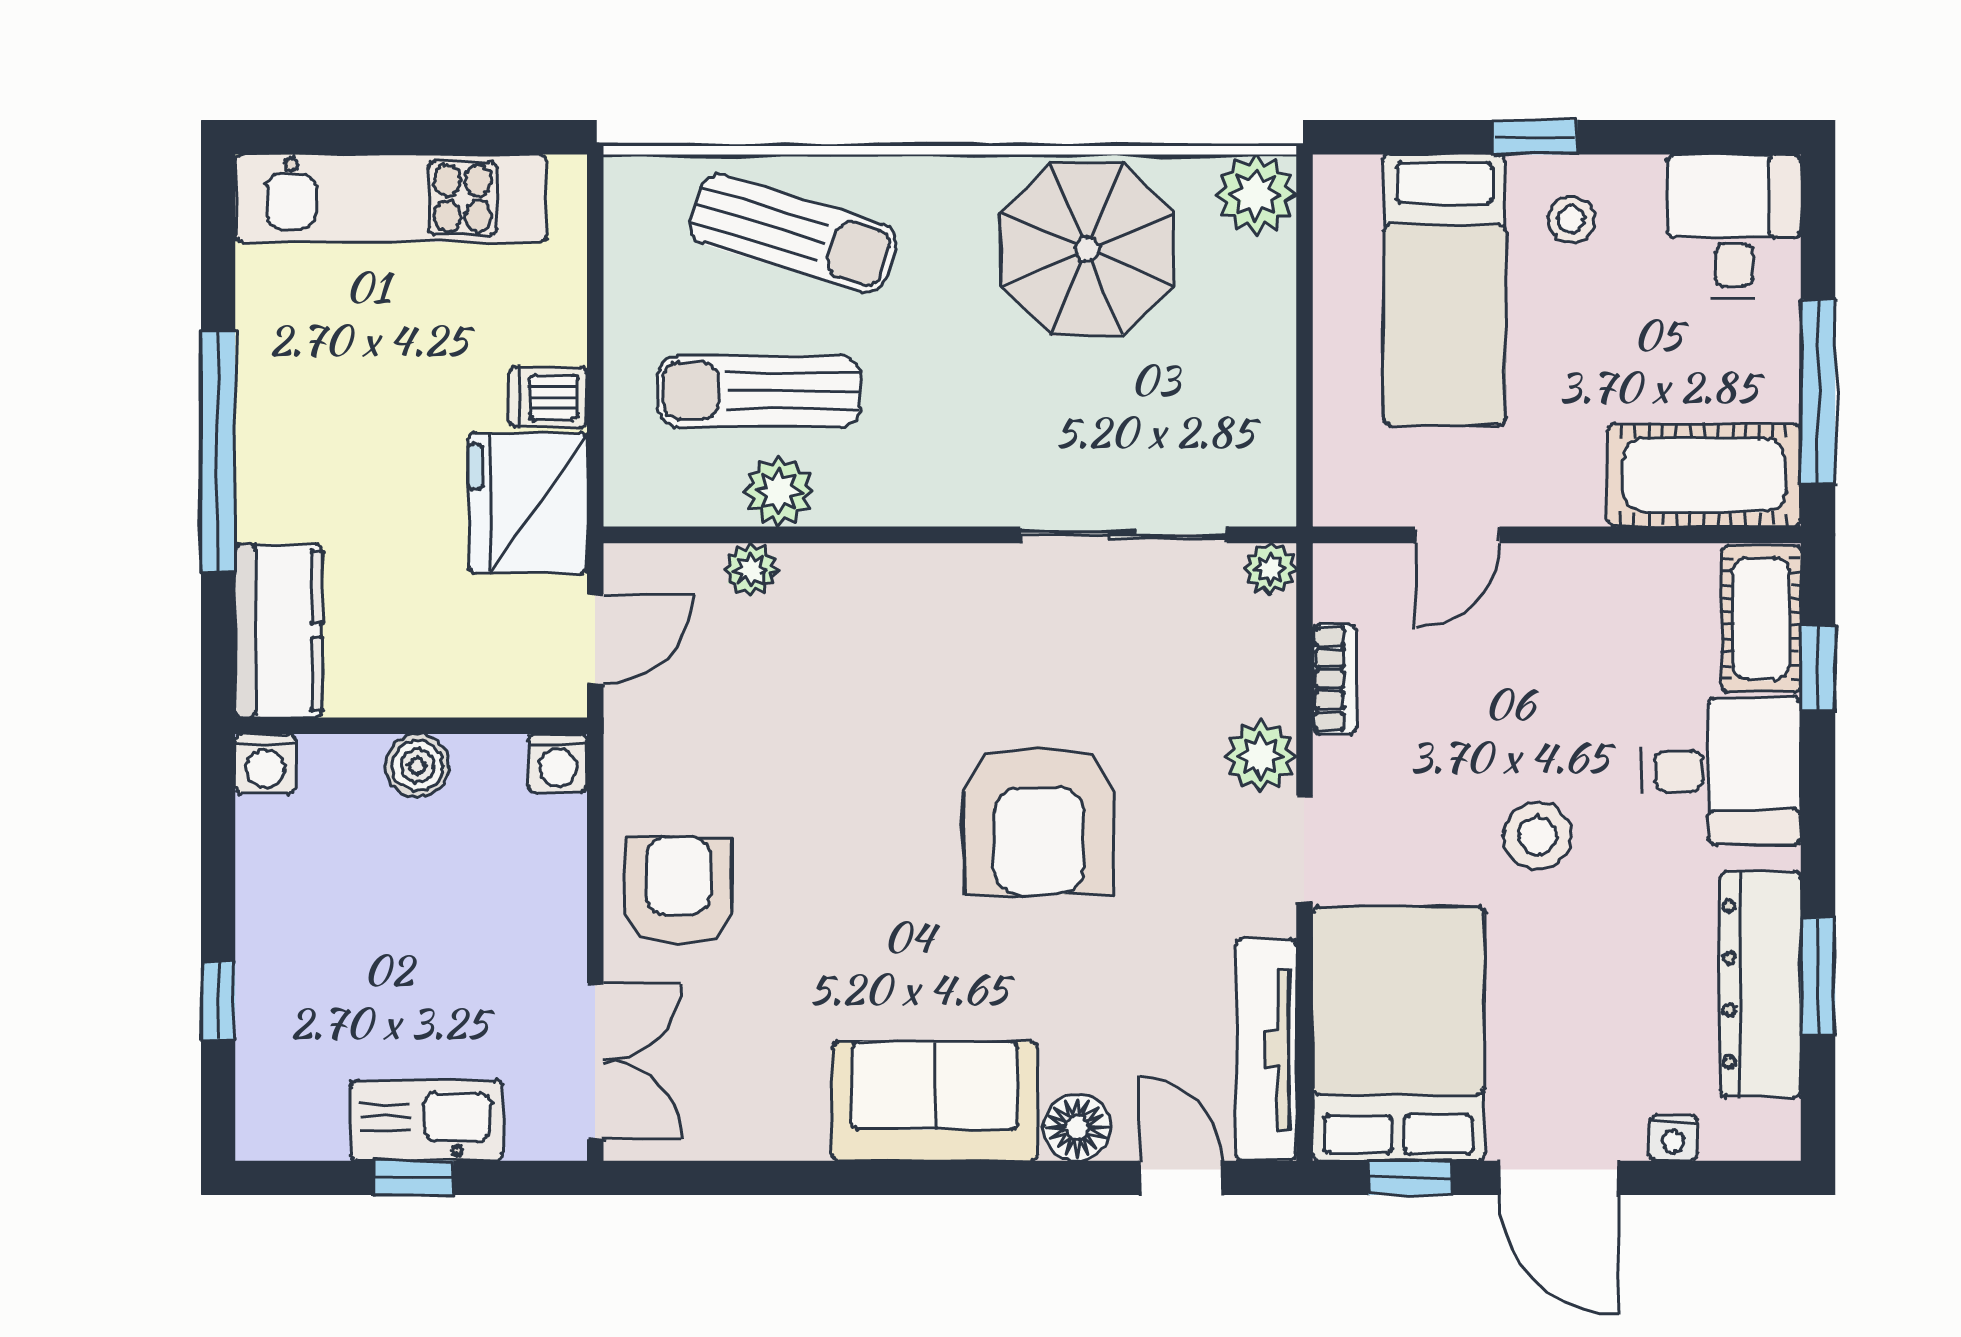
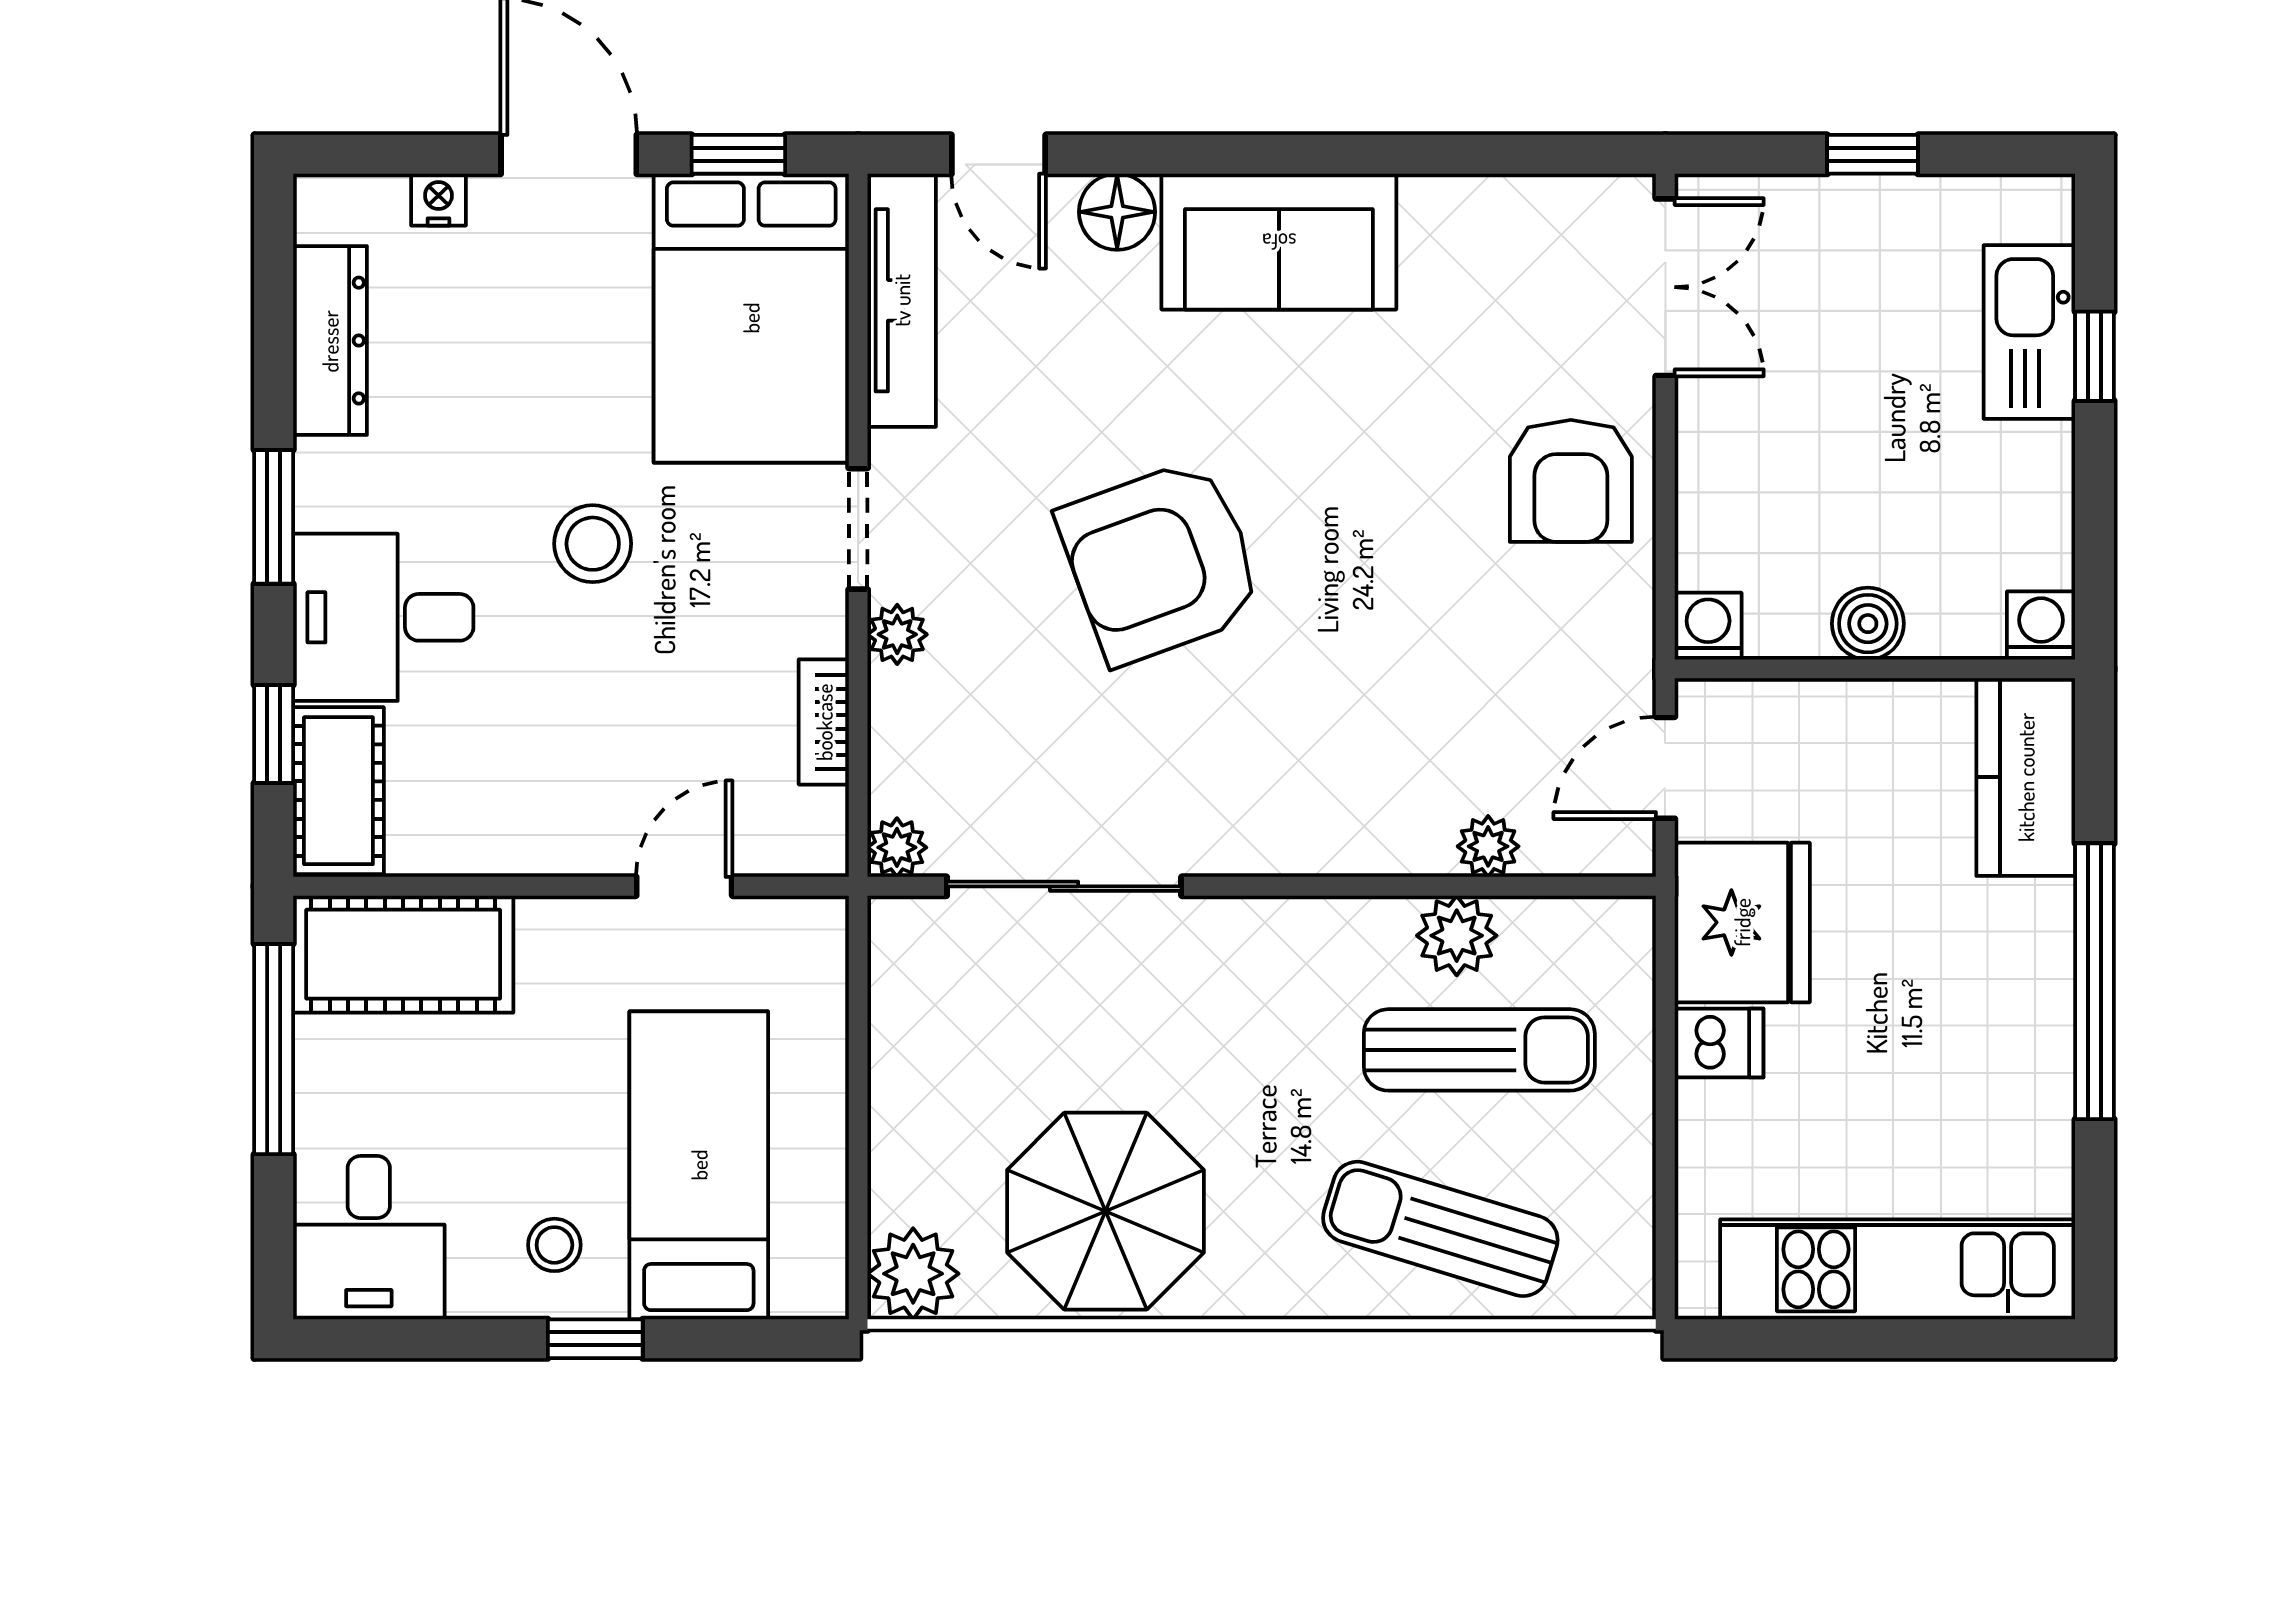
plant: (1260, 756) -> (897, 634), width x0.73, depth x0.73
armchair: (1039, 820) -> (1161, 562), turned -110
window: (1818, 976) -> (274, 517), moved
dresser: (1761, 984) -> (330, 341), width x0.73, depth x0.80
double door: (595, 1061) -> (1665, 287), swing flipped
kitchen sink: (427, 1121) -> (2029, 332), moved, turned 90

